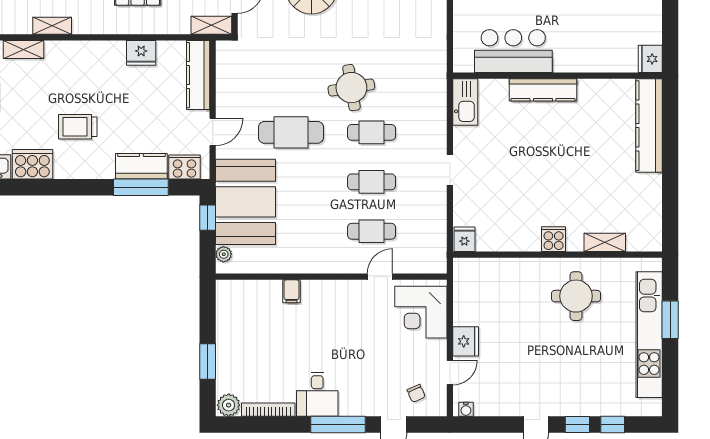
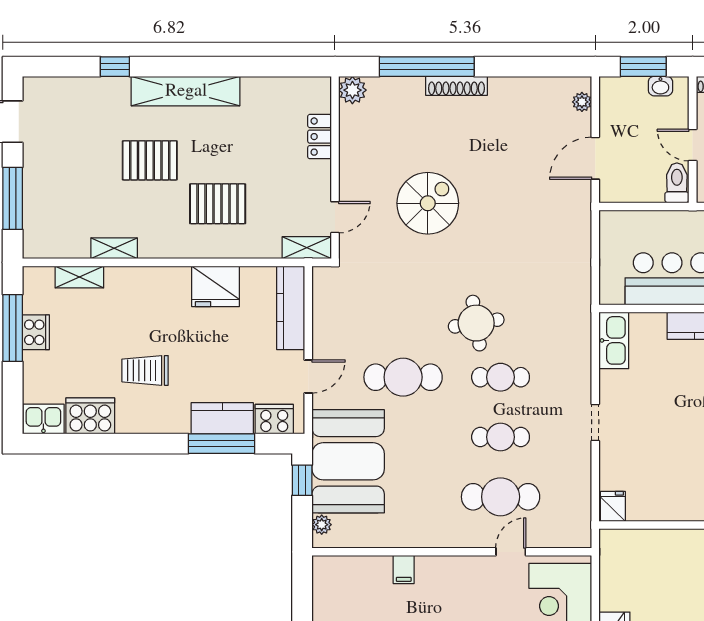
fridge: (141, 53) -> (215, 286), width x1.36, depth x1.34
cafe table: (372, 231) -> (501, 497), width x1.37, depth x1.35

